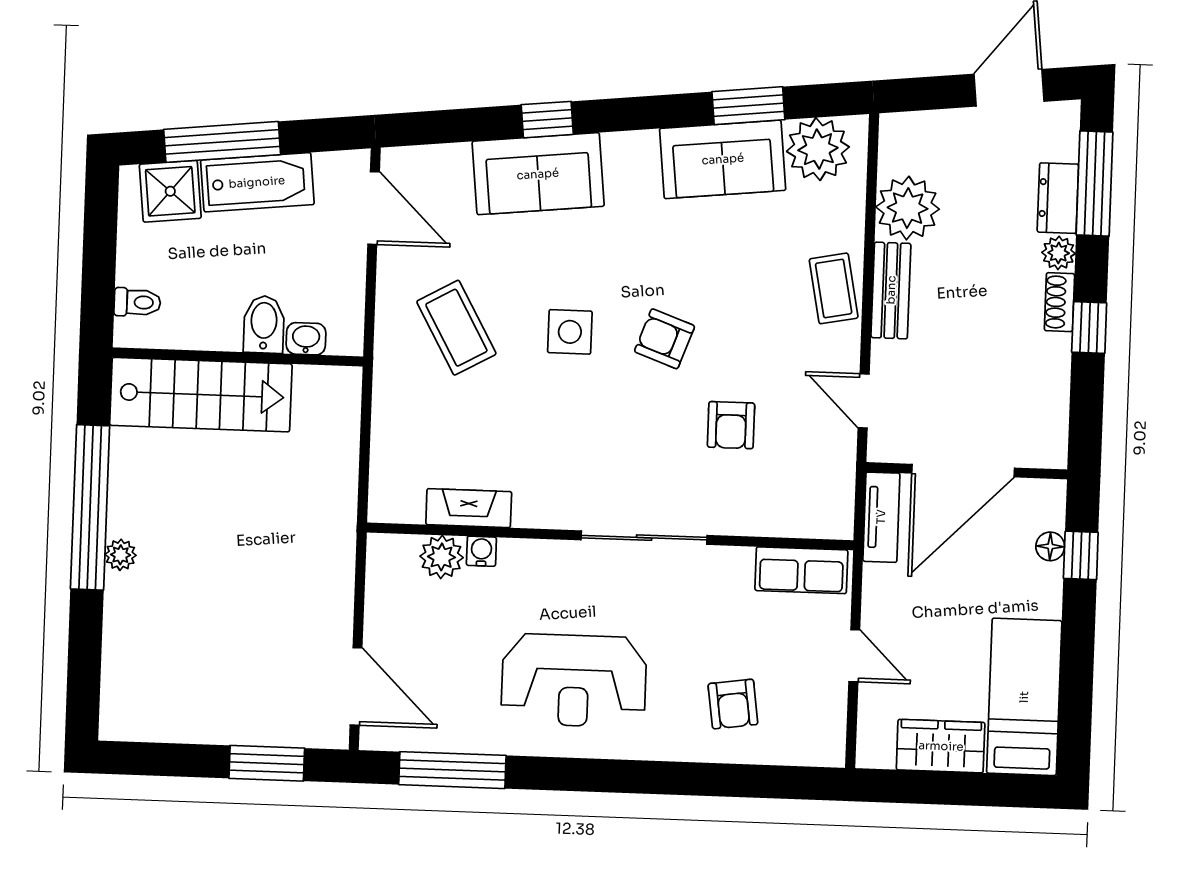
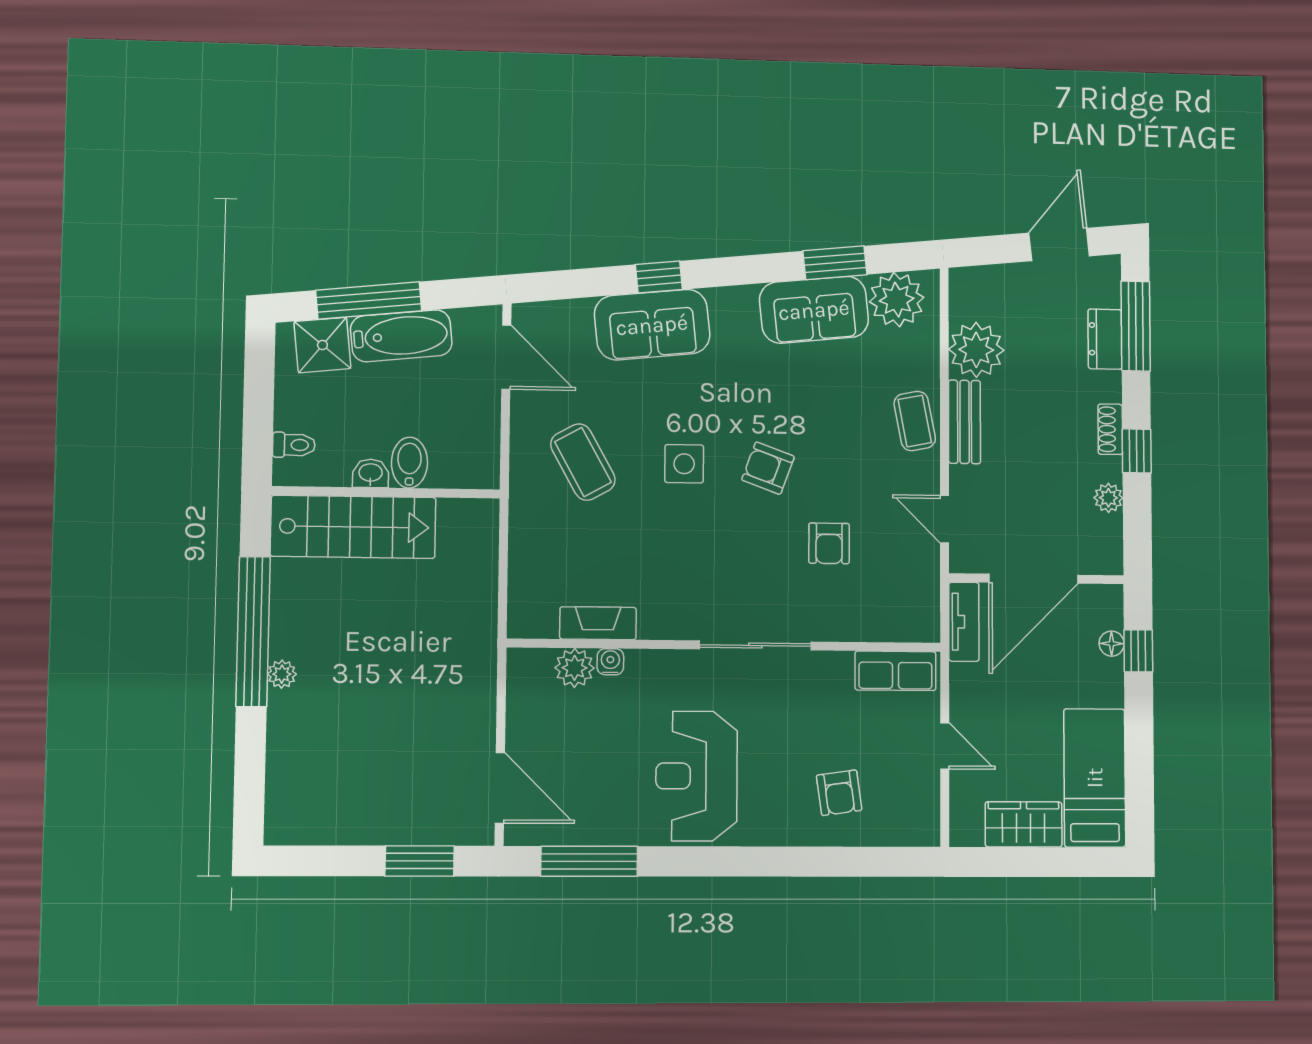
plant: (1059, 253) -> (1108, 498), moved
washbasin: (306, 339) -> (371, 473), moved
reception desk: (574, 680) -> (697, 776), turned 90

